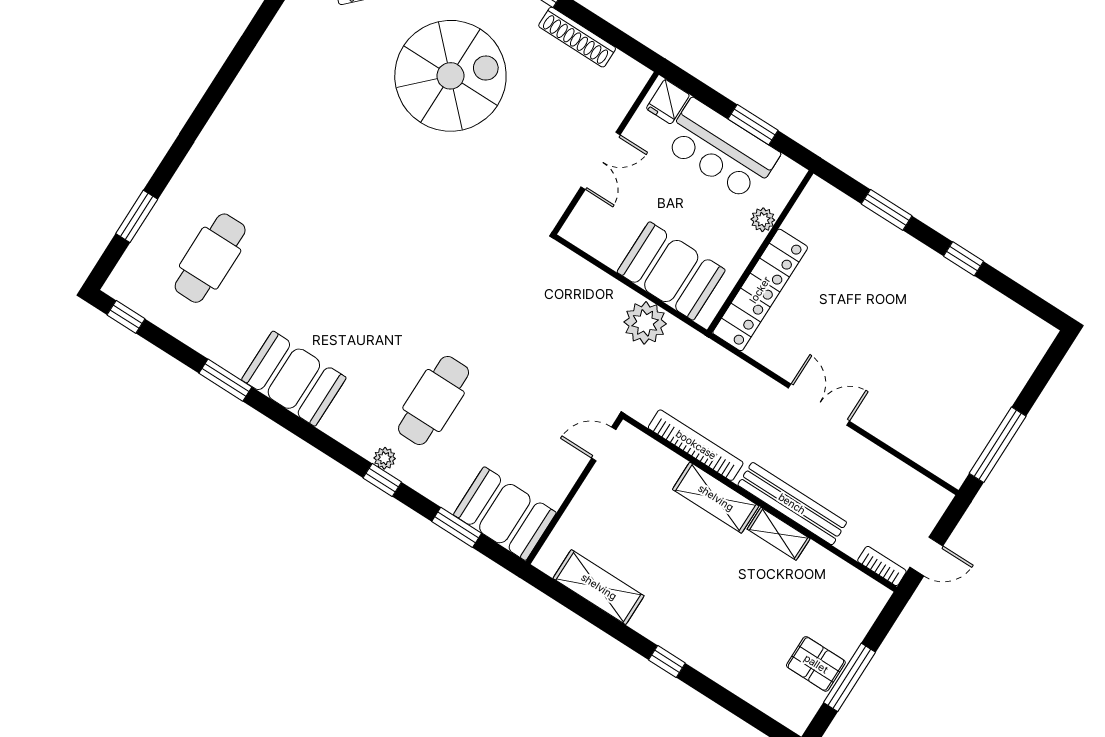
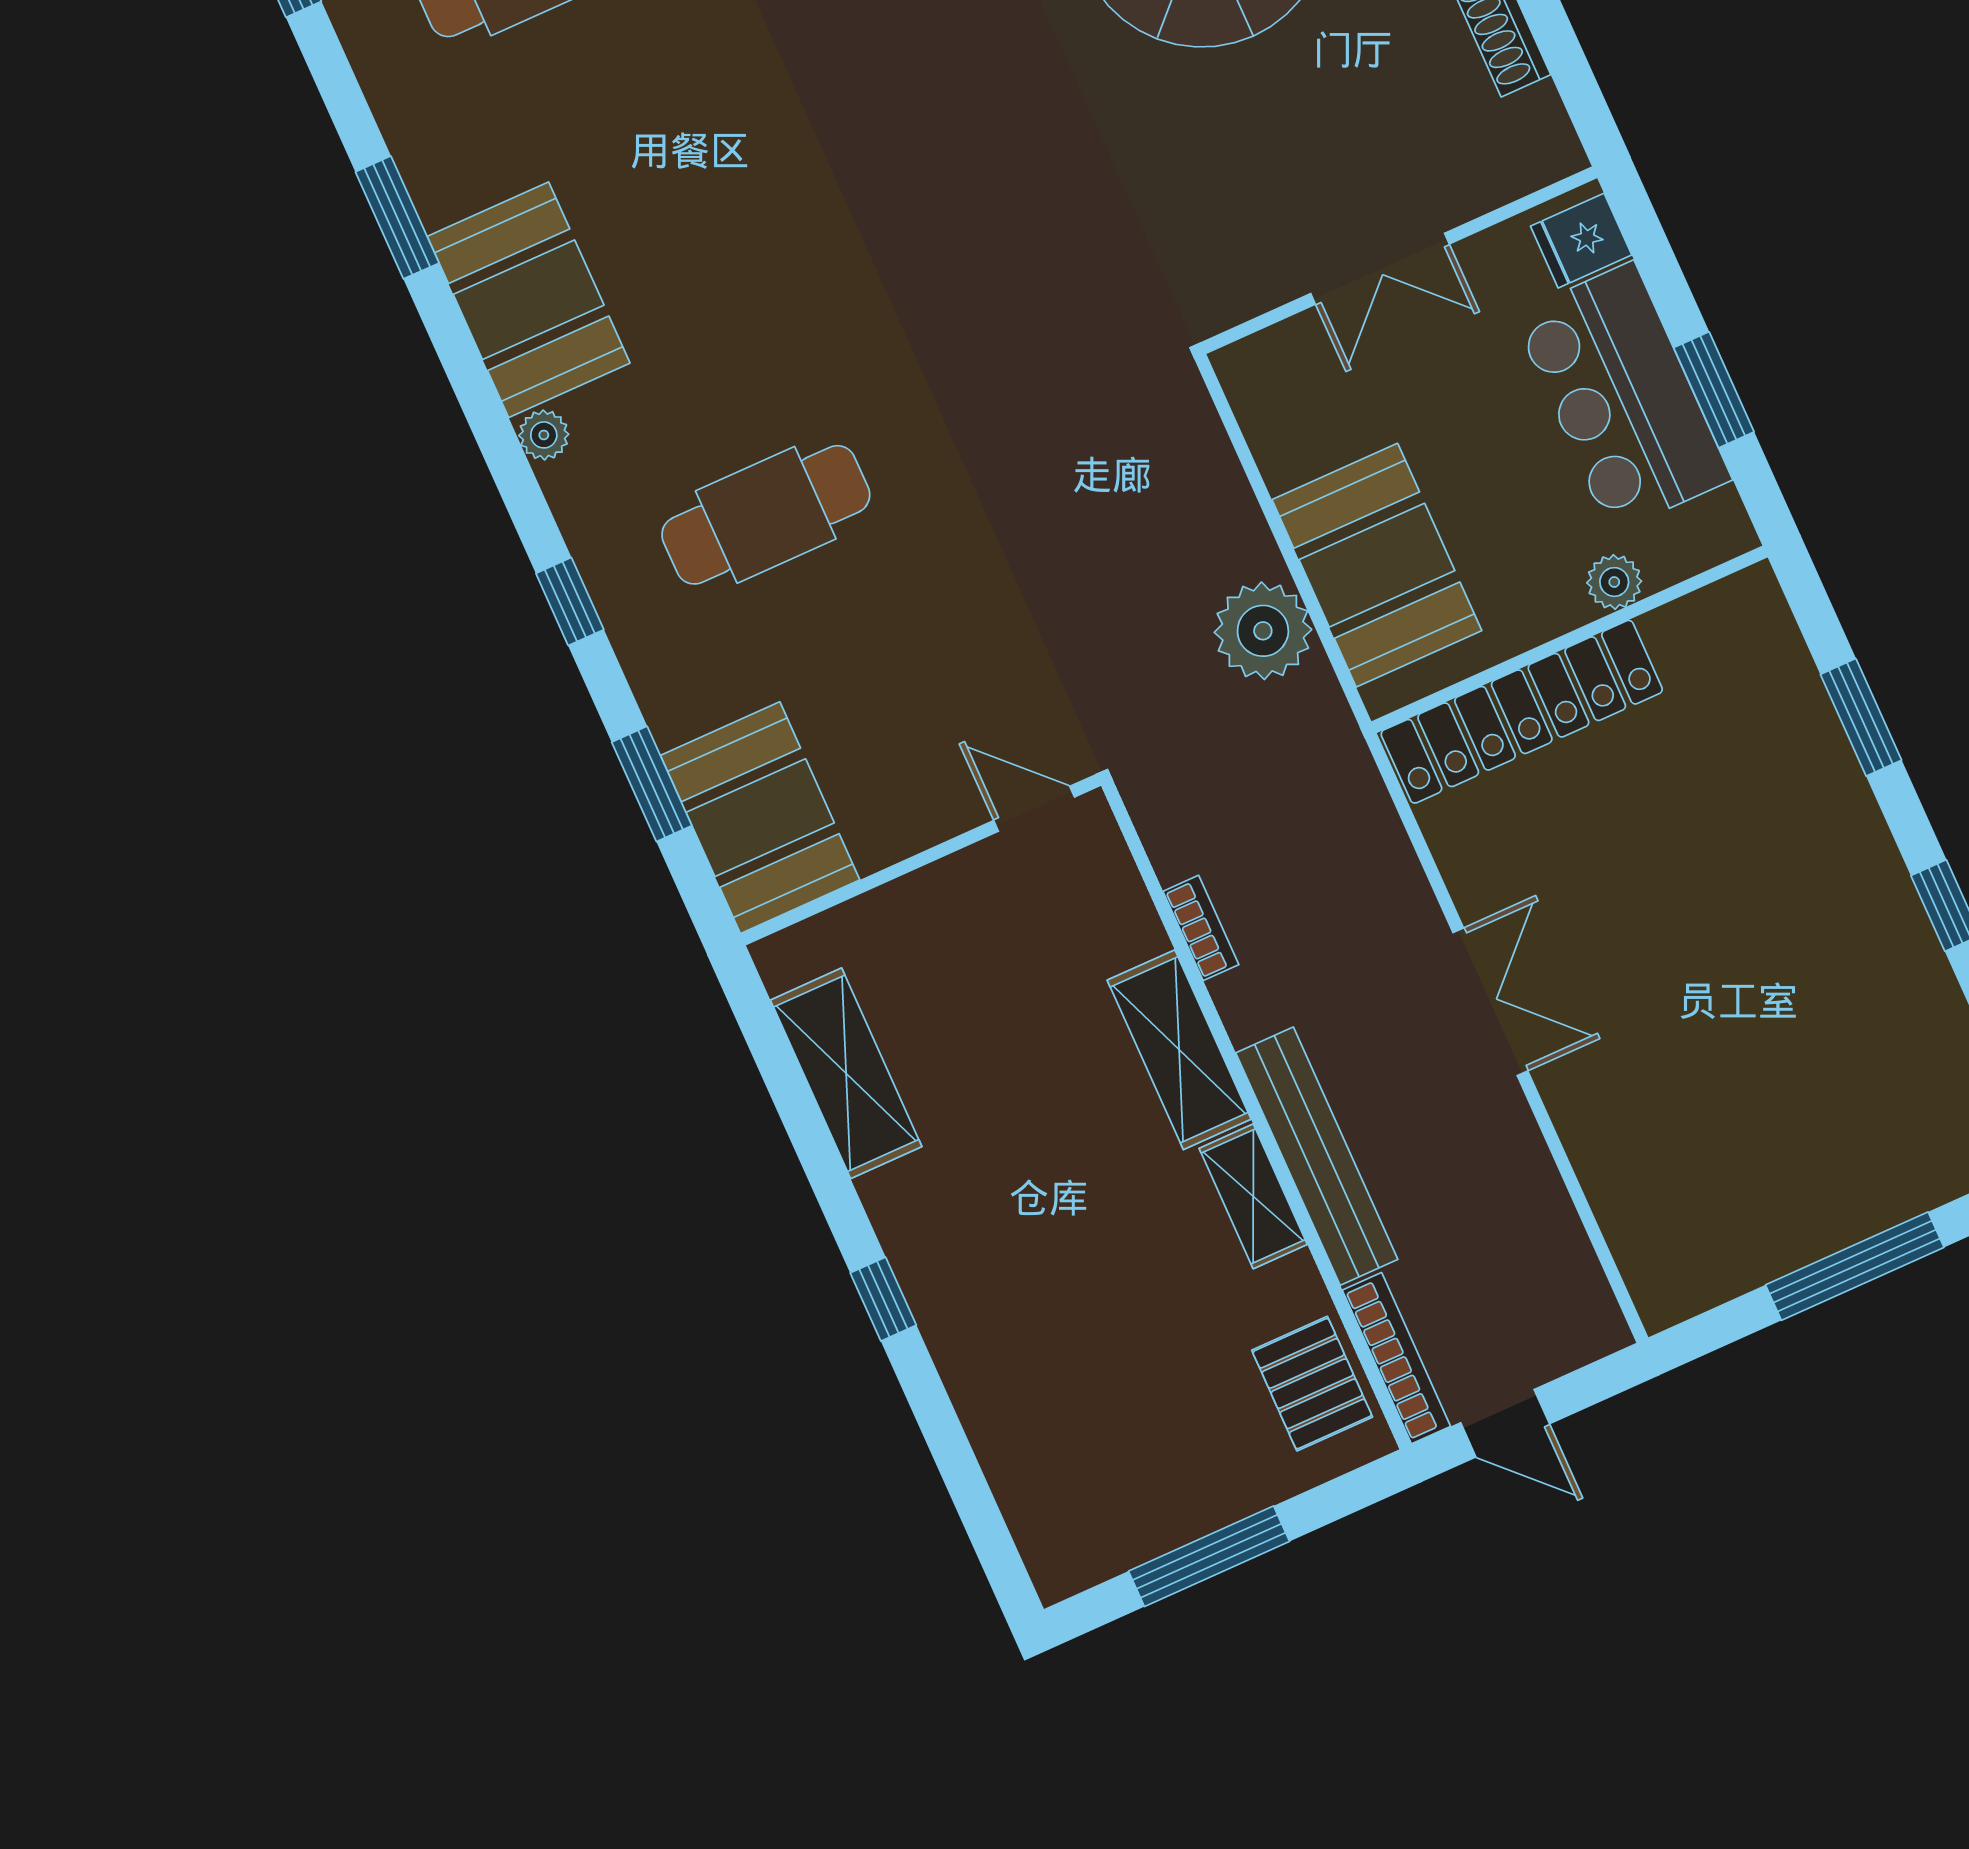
bookcase: (696, 445) -> (1201, 928), width x0.43, depth x0.76
window: (998, 445) -> (1855, 1266), moved
plant: (385, 458) -> (544, 435), moved
bookcase: (882, 566) -> (1396, 1358), width x1.56
pallet: (816, 664) -> (1312, 1384), moved

